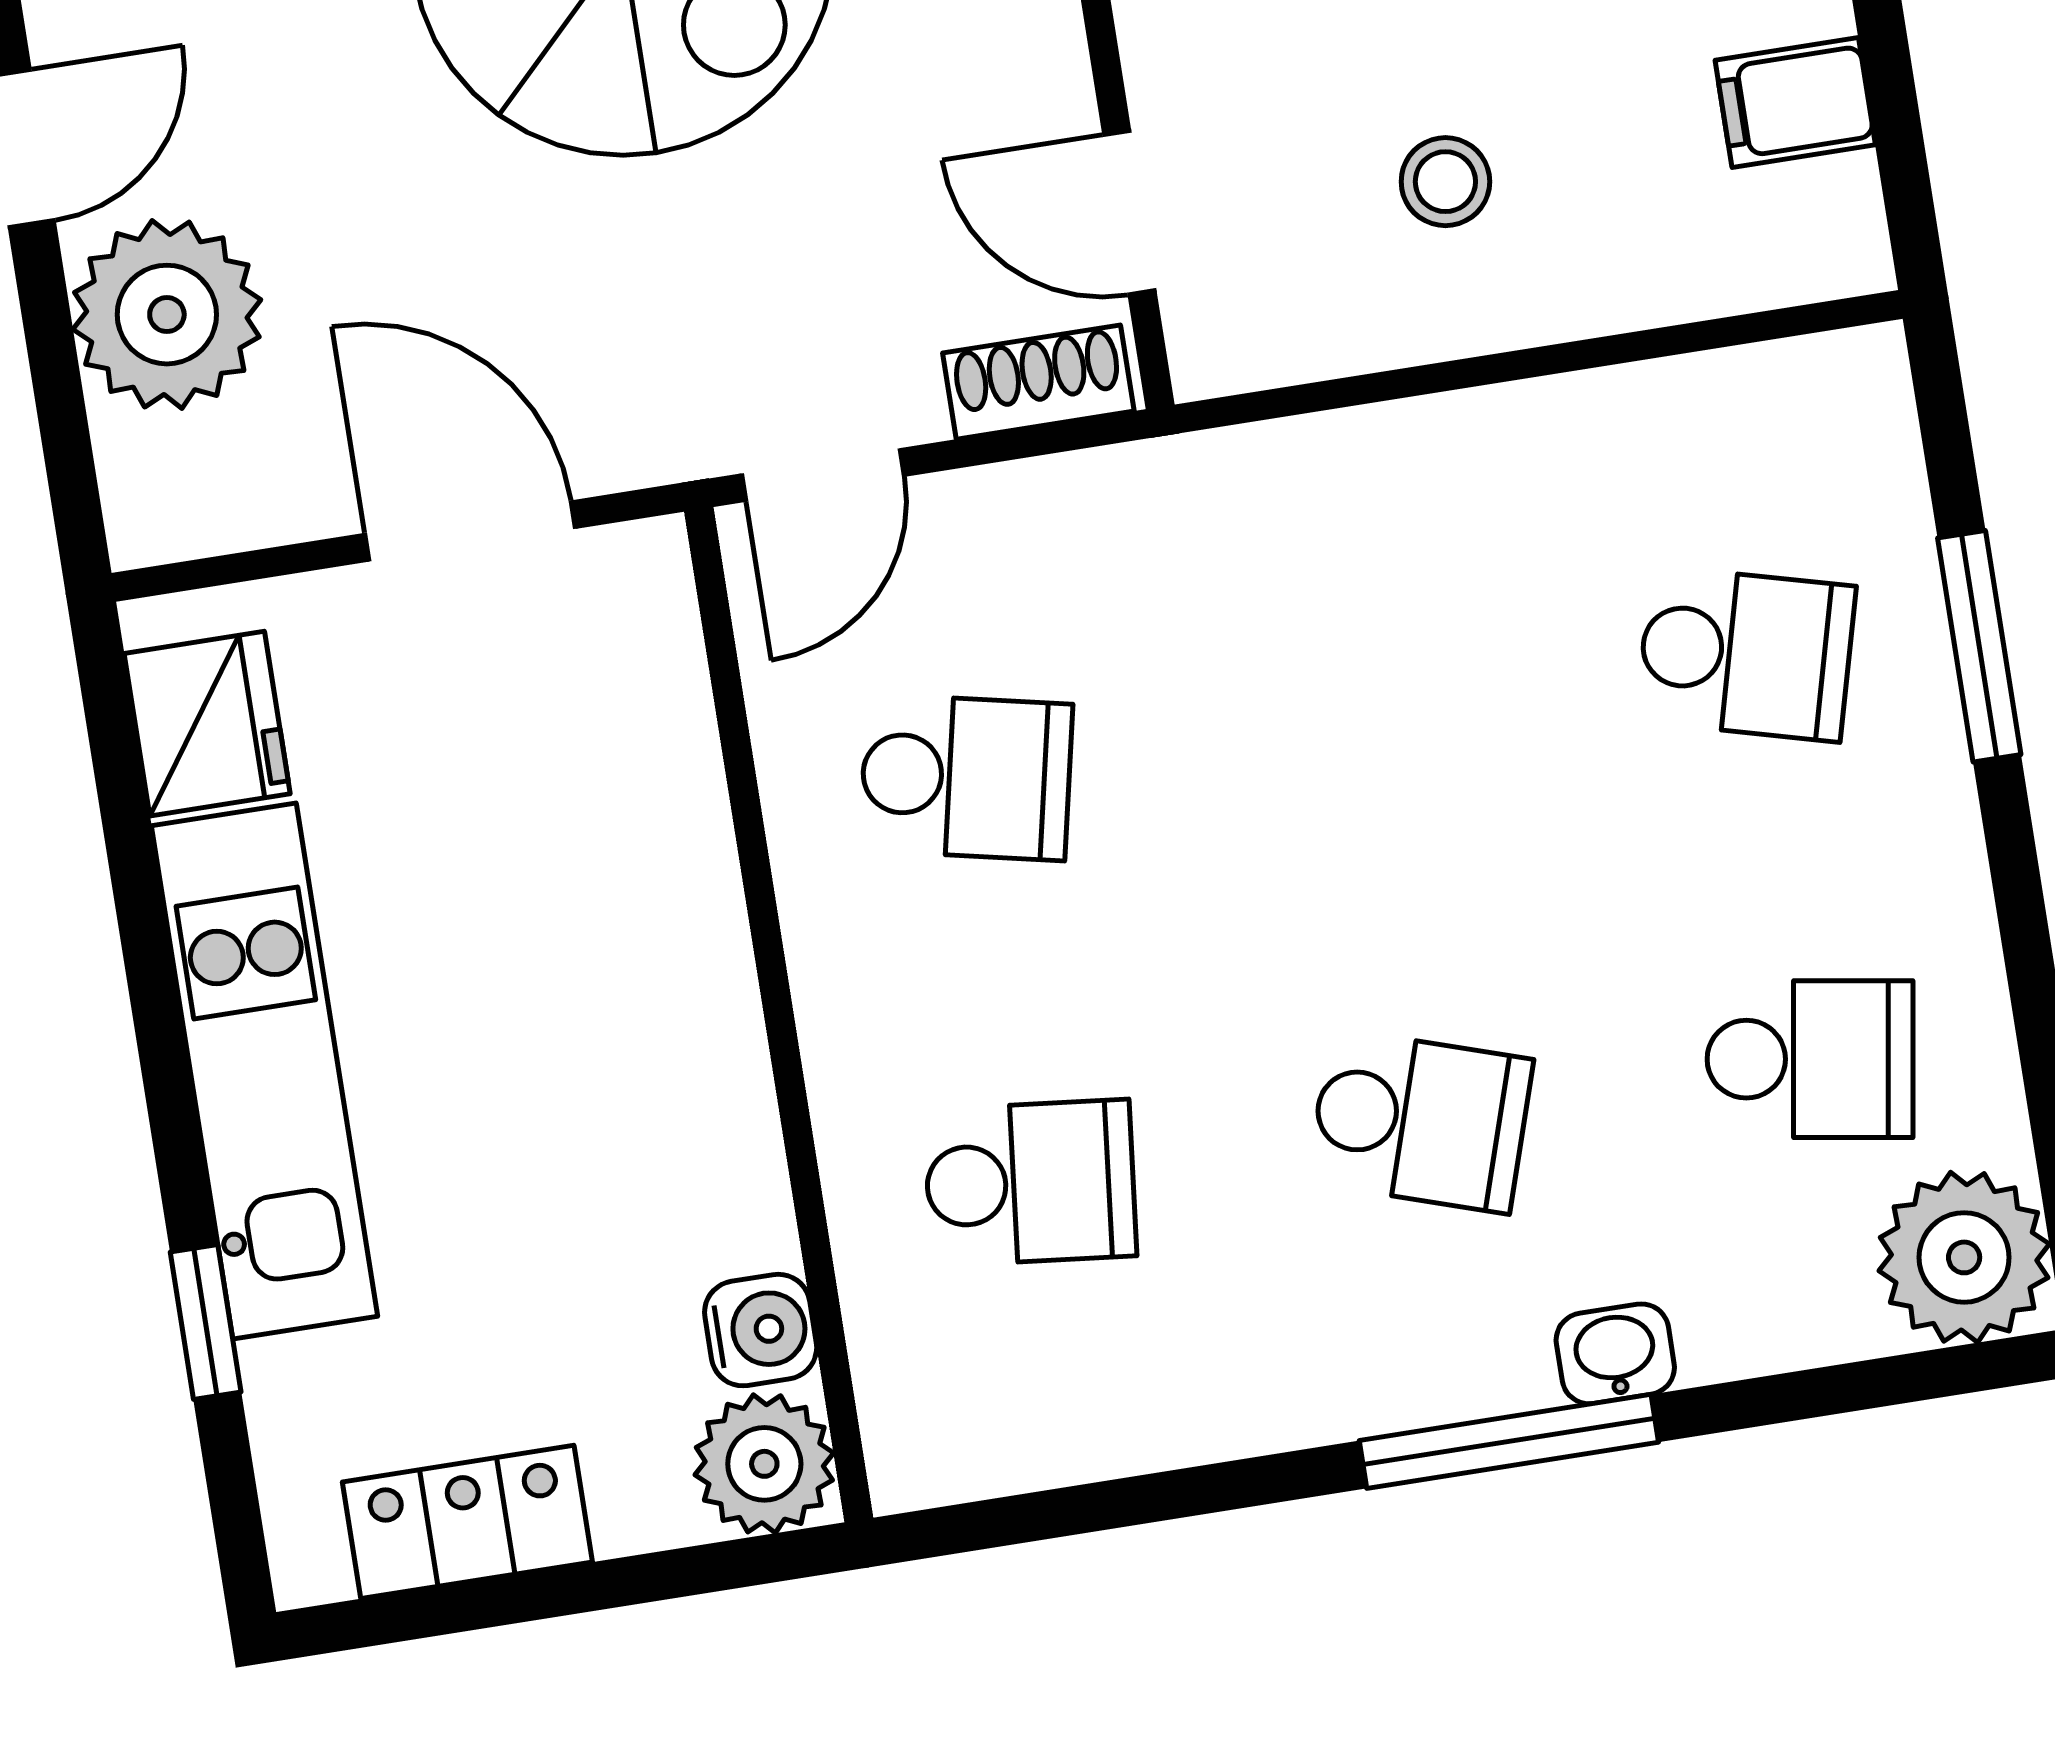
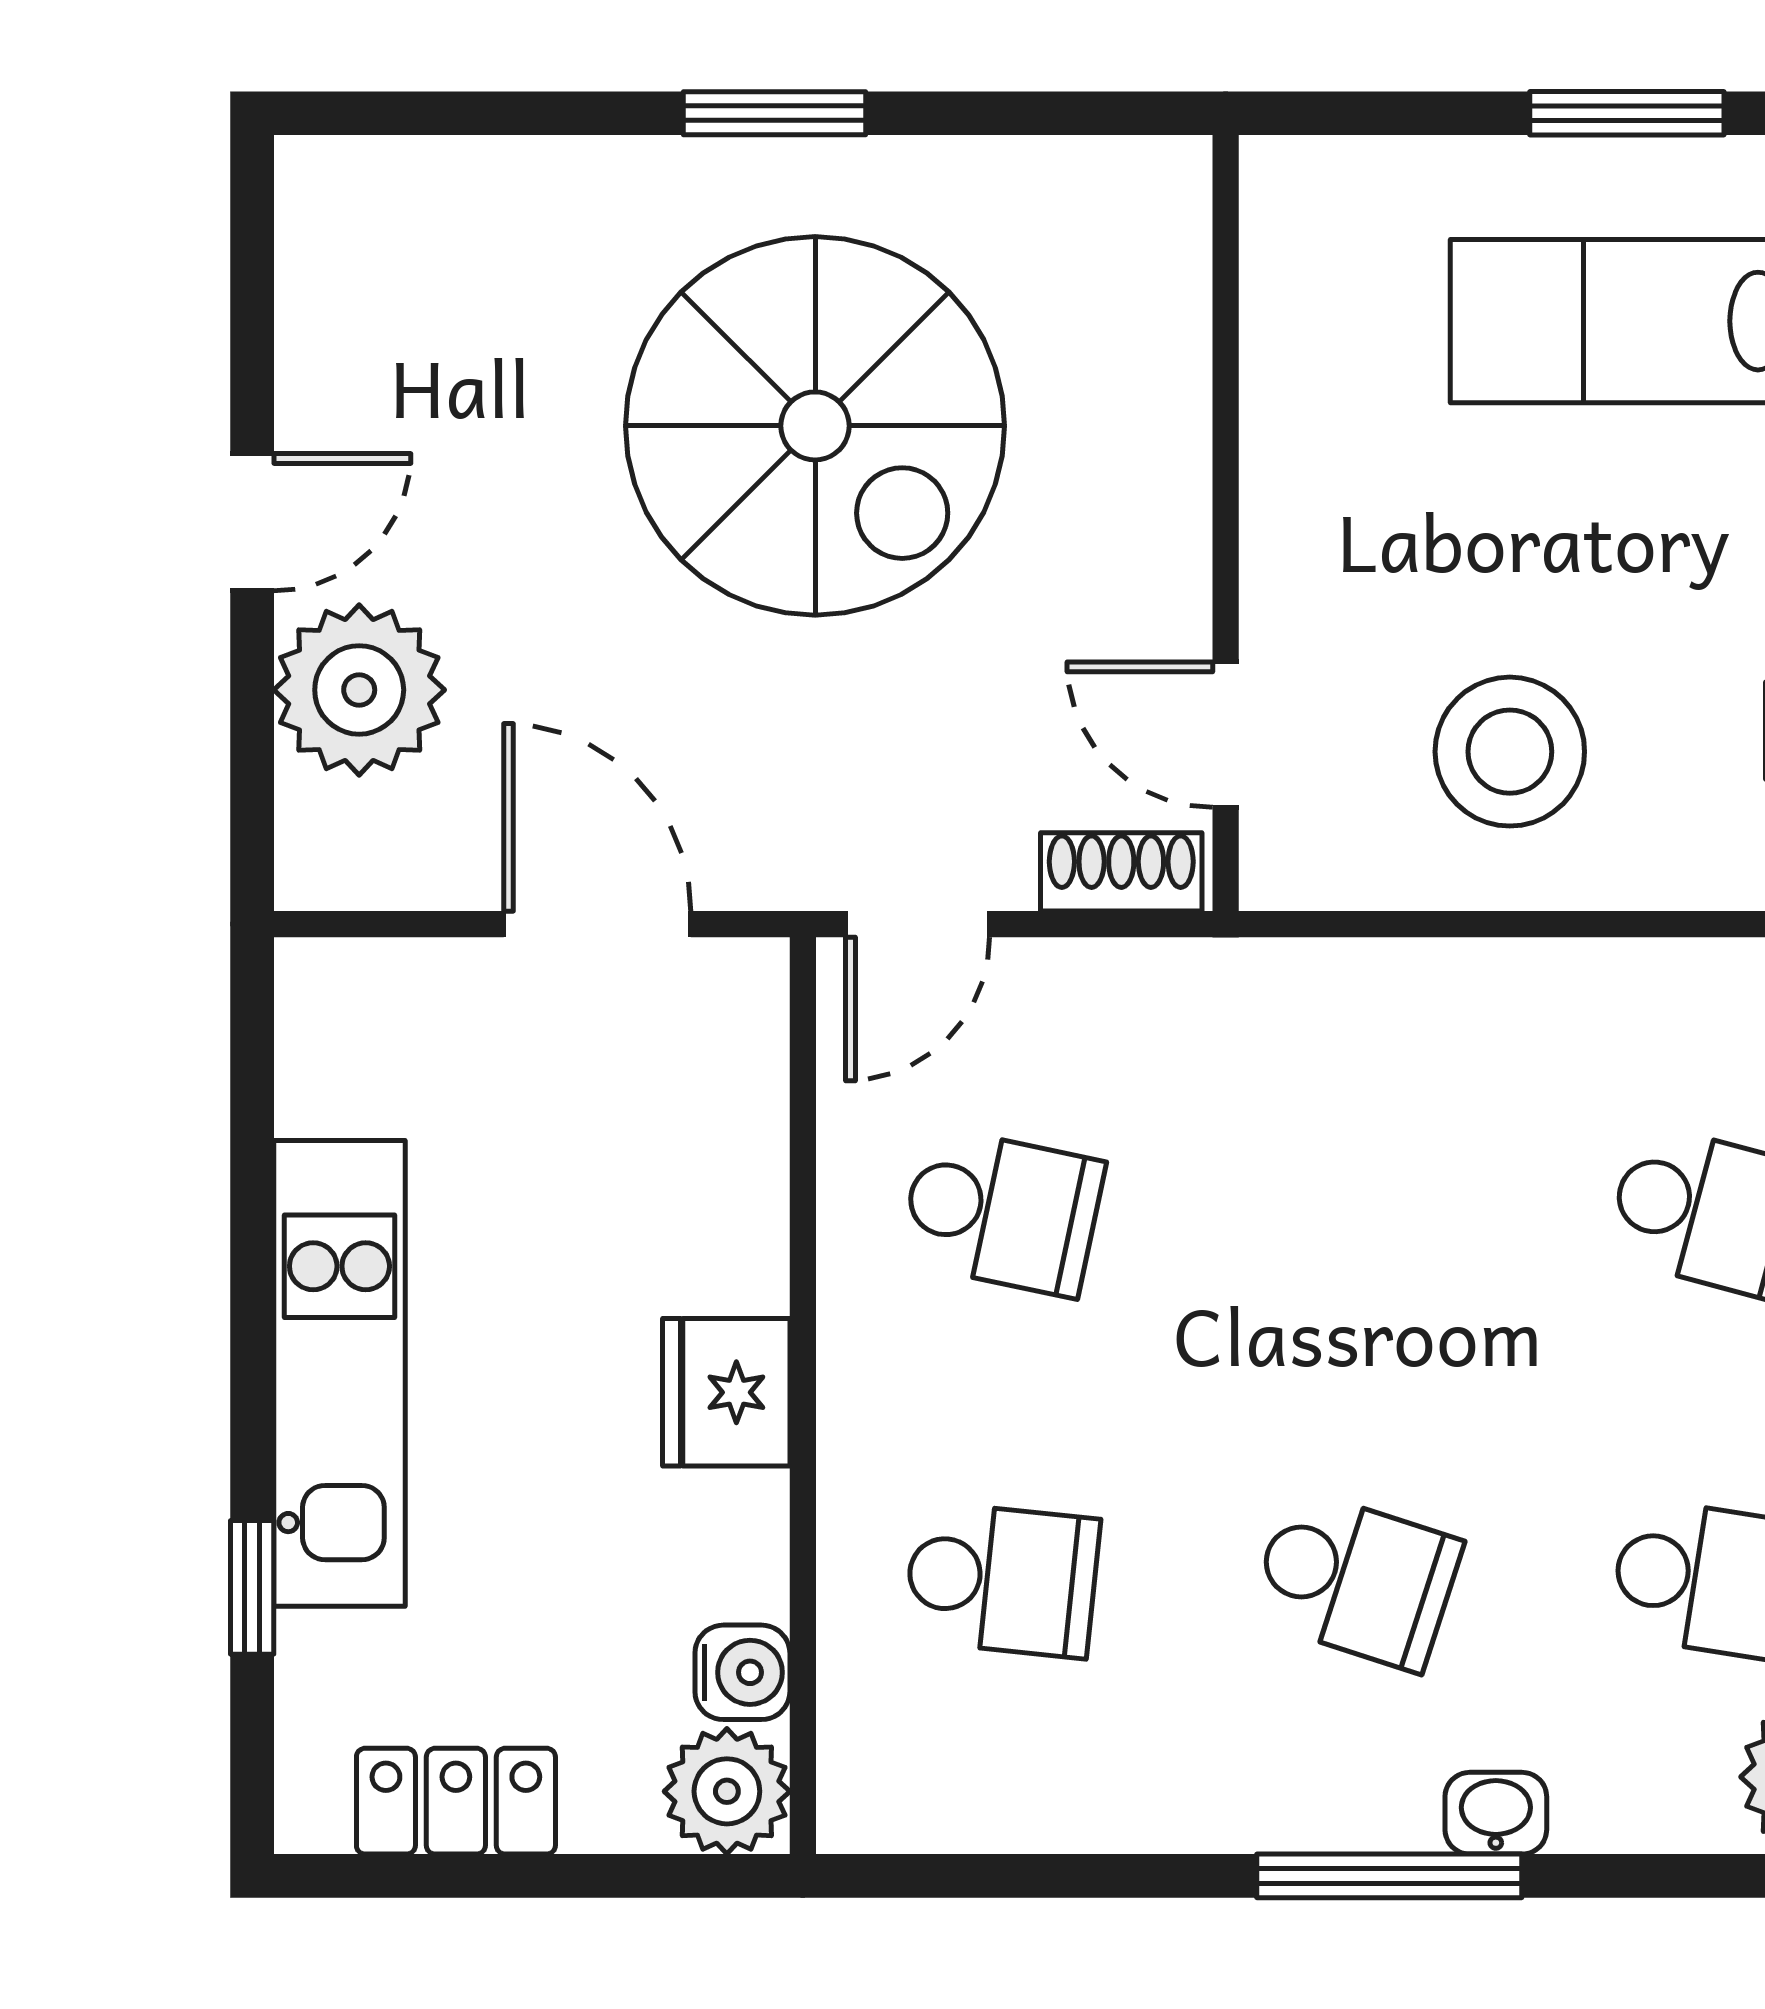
stool: (1445, 182) -> (1510, 752), width x1.89, depth x1.89
fridge: (207, 724) -> (726, 1392), moved, turned 180

